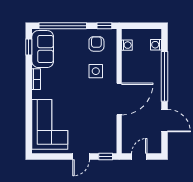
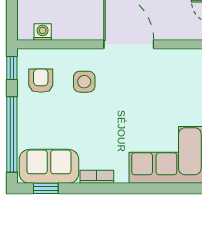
armchair: (96, 44) -> (41, 81), turned 90

